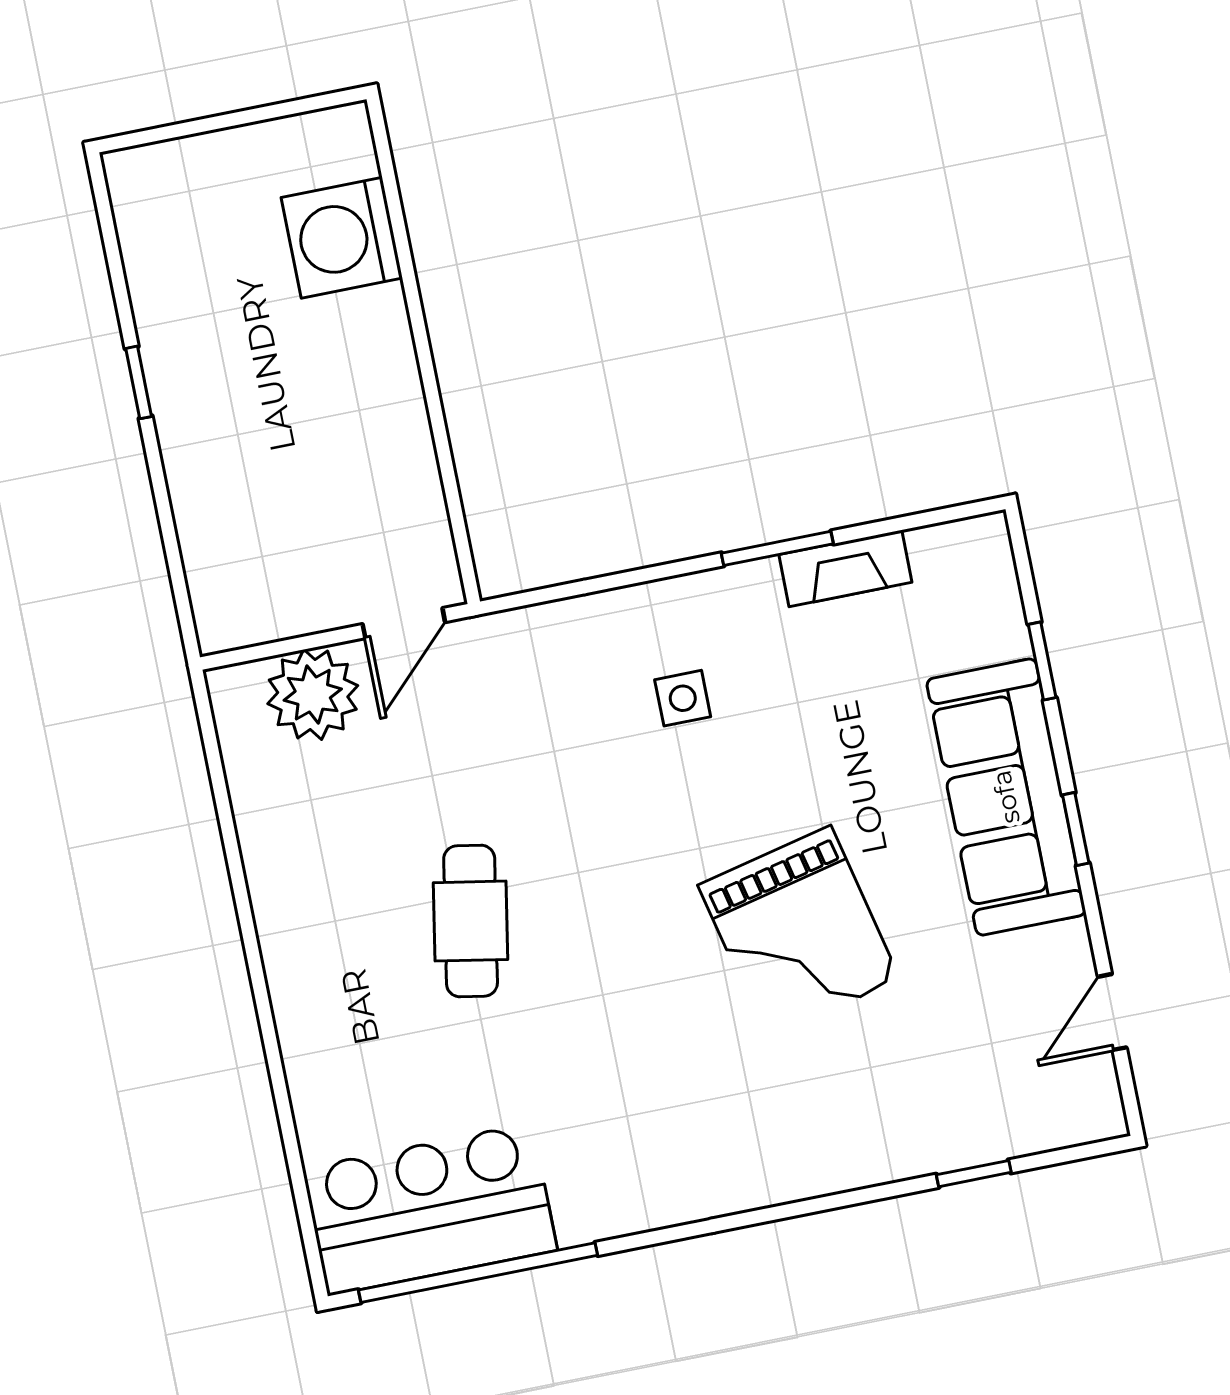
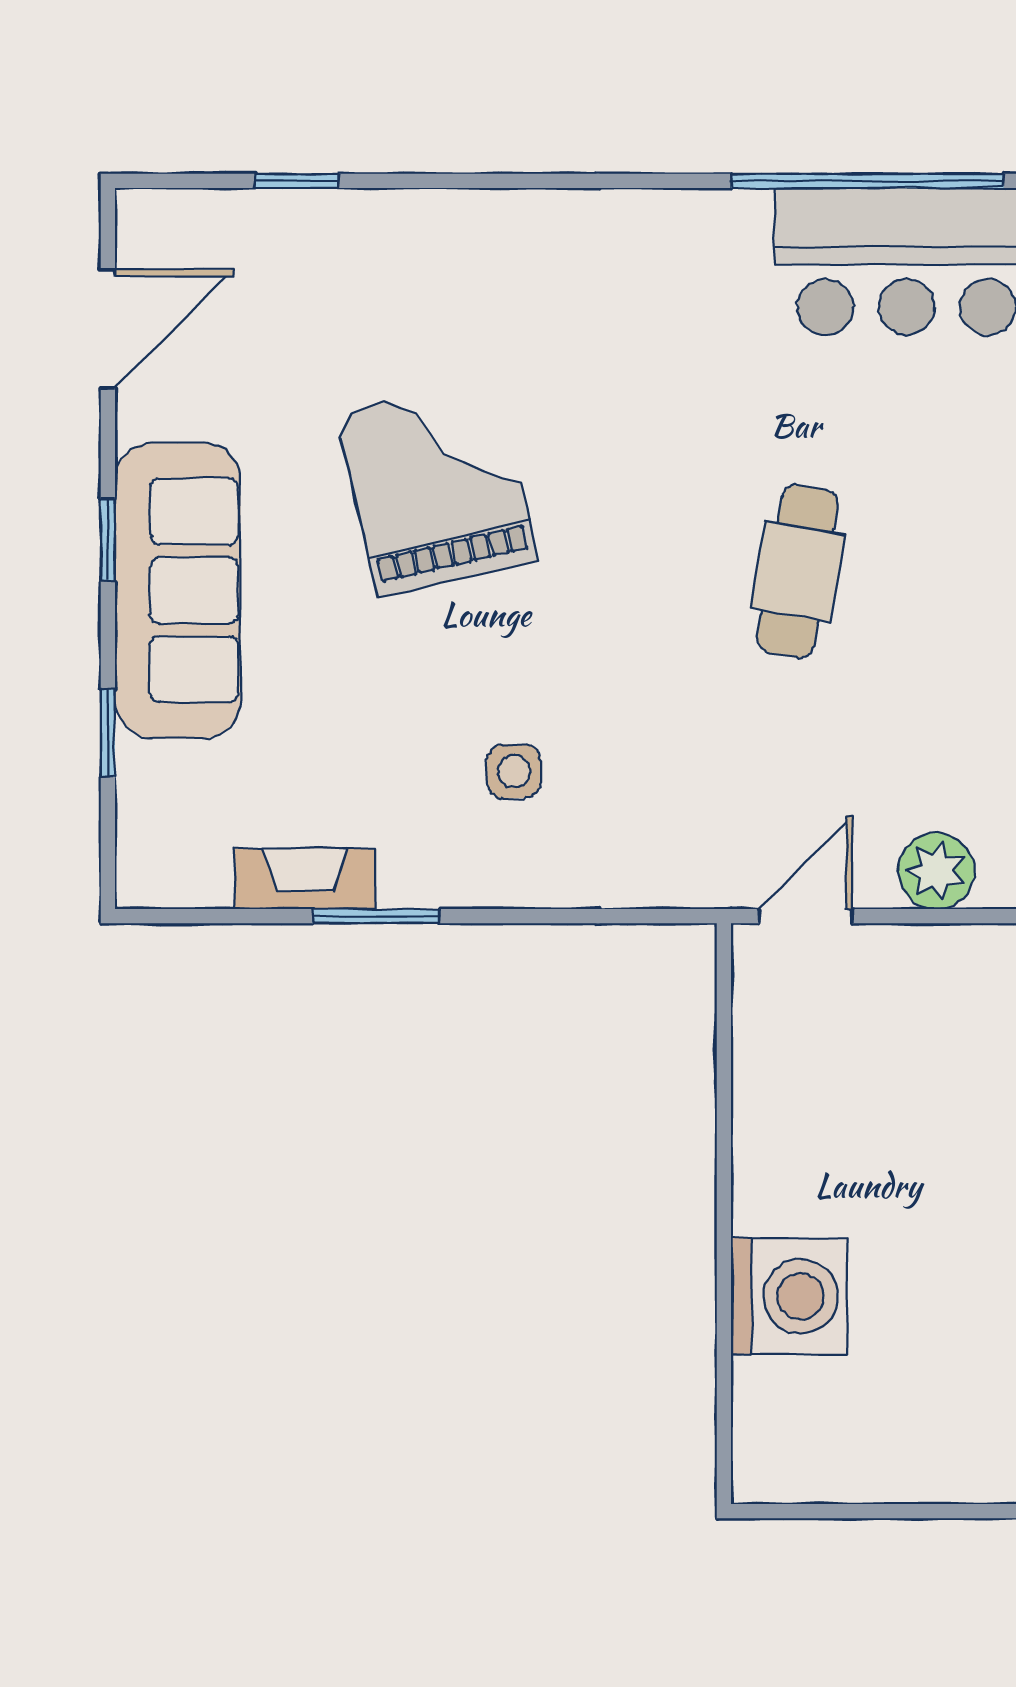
washing machine: (342, 238) -> (789, 1296), moved
plant: (313, 695) -> (936, 871), width x0.73, depth x0.73
door: (1112, 1012) -> (108, 329), width x1.37

